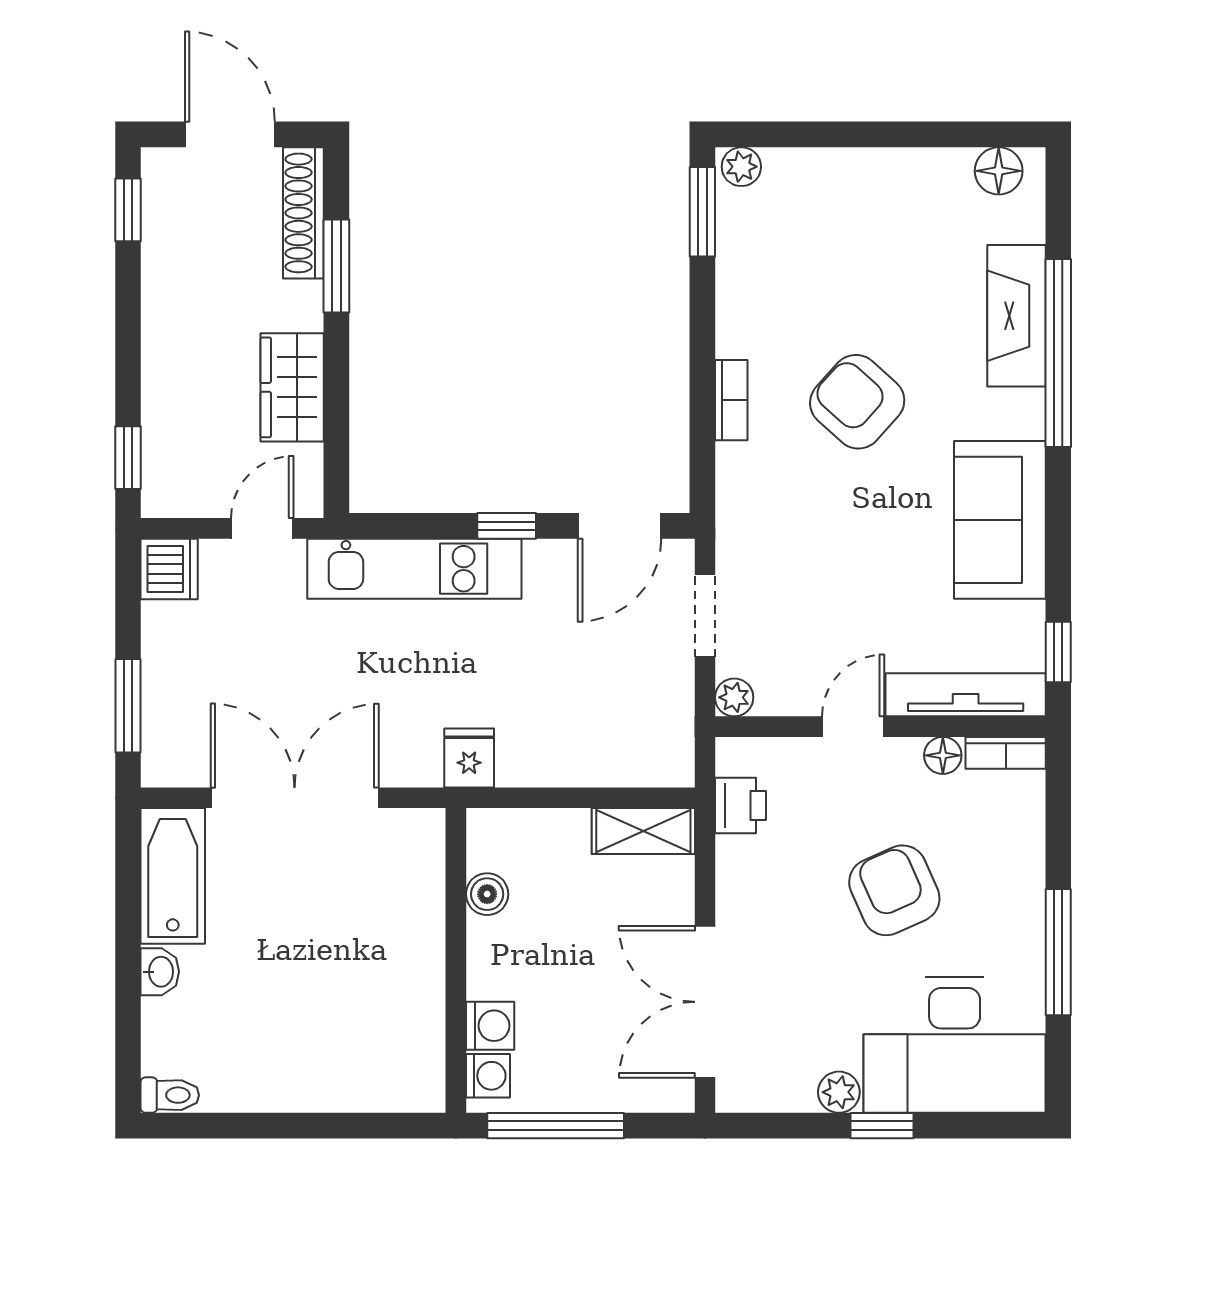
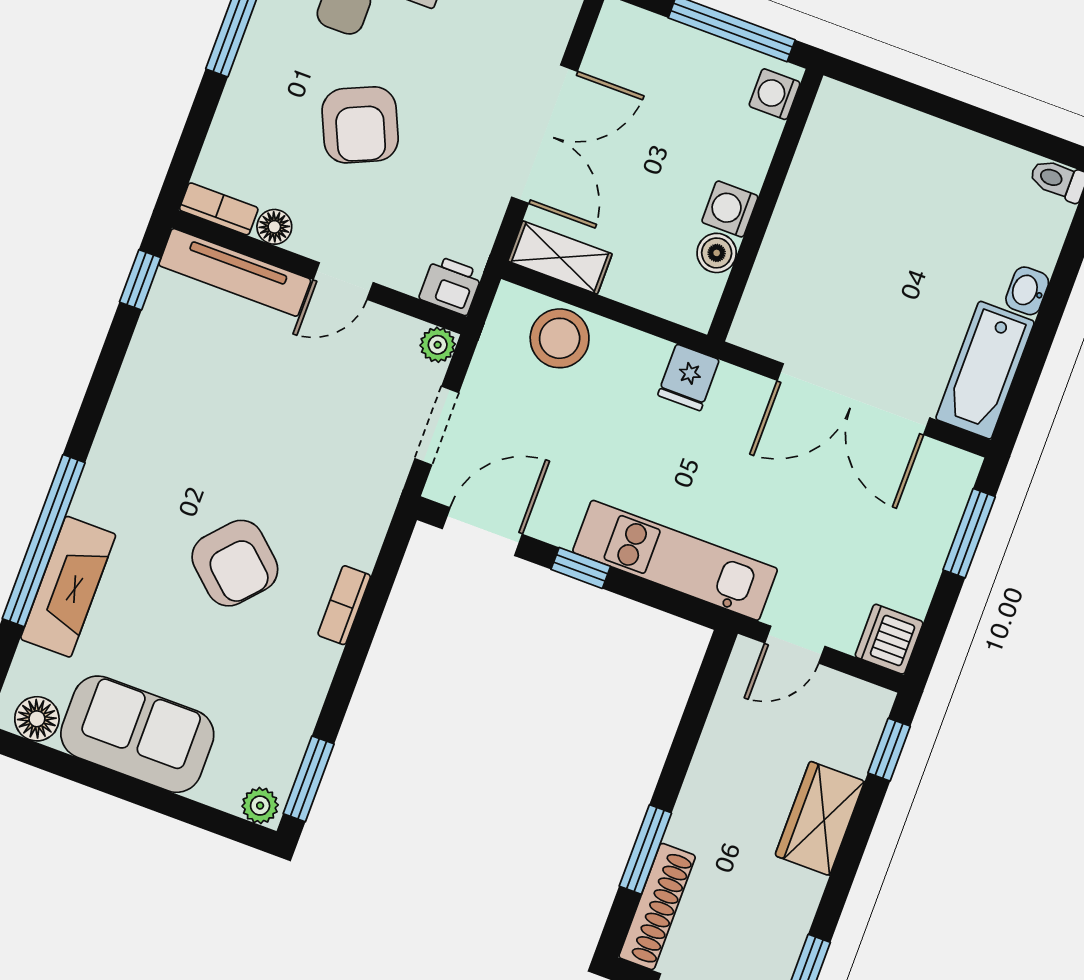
wardrobe: (292, 387) -> (820, 818), moved, turned 180
sofa: (1000, 520) -> (137, 734), moved, turned -90
stool: (614, 749) -> (560, 338), added
printer: (741, 805) -> (451, 285), moved, turned 90
double door: (705, 1002) -> (544, 134), moved
washing machine: (490, 1026) -> (730, 209), moved

